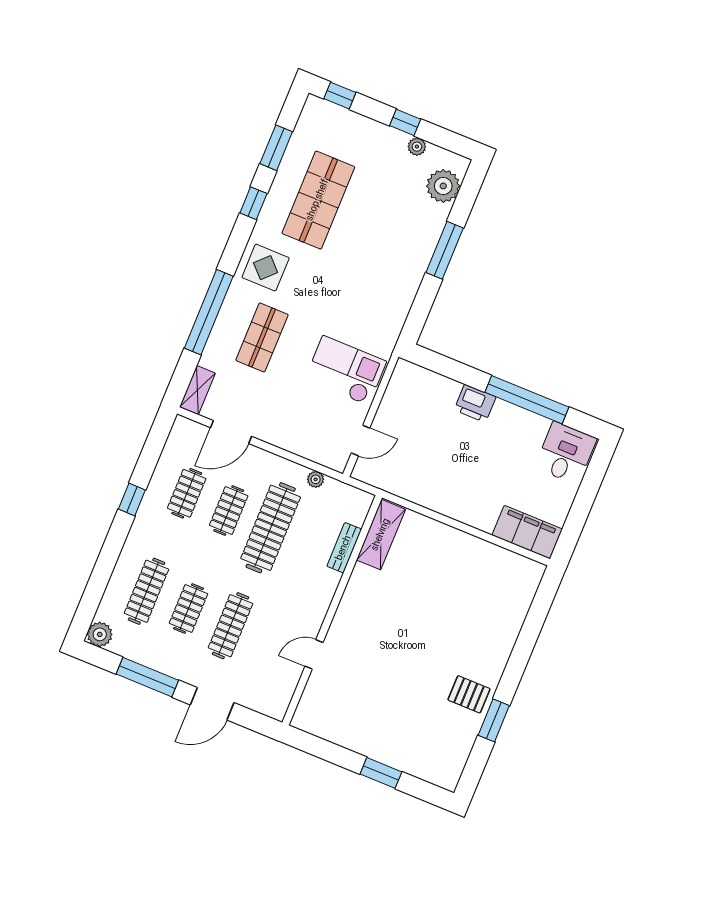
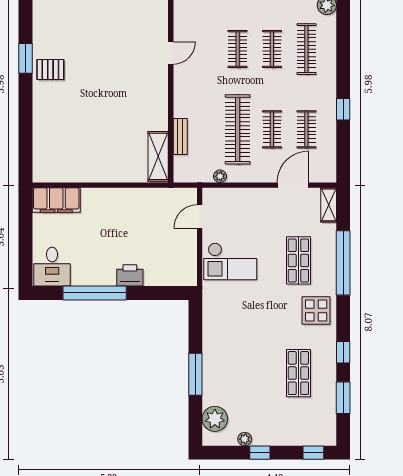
shop shelf: (318, 200) -> (298, 373), width x0.70, depth x0.74
clothes rail: (230, 626) -> (238, 49), width x0.73

